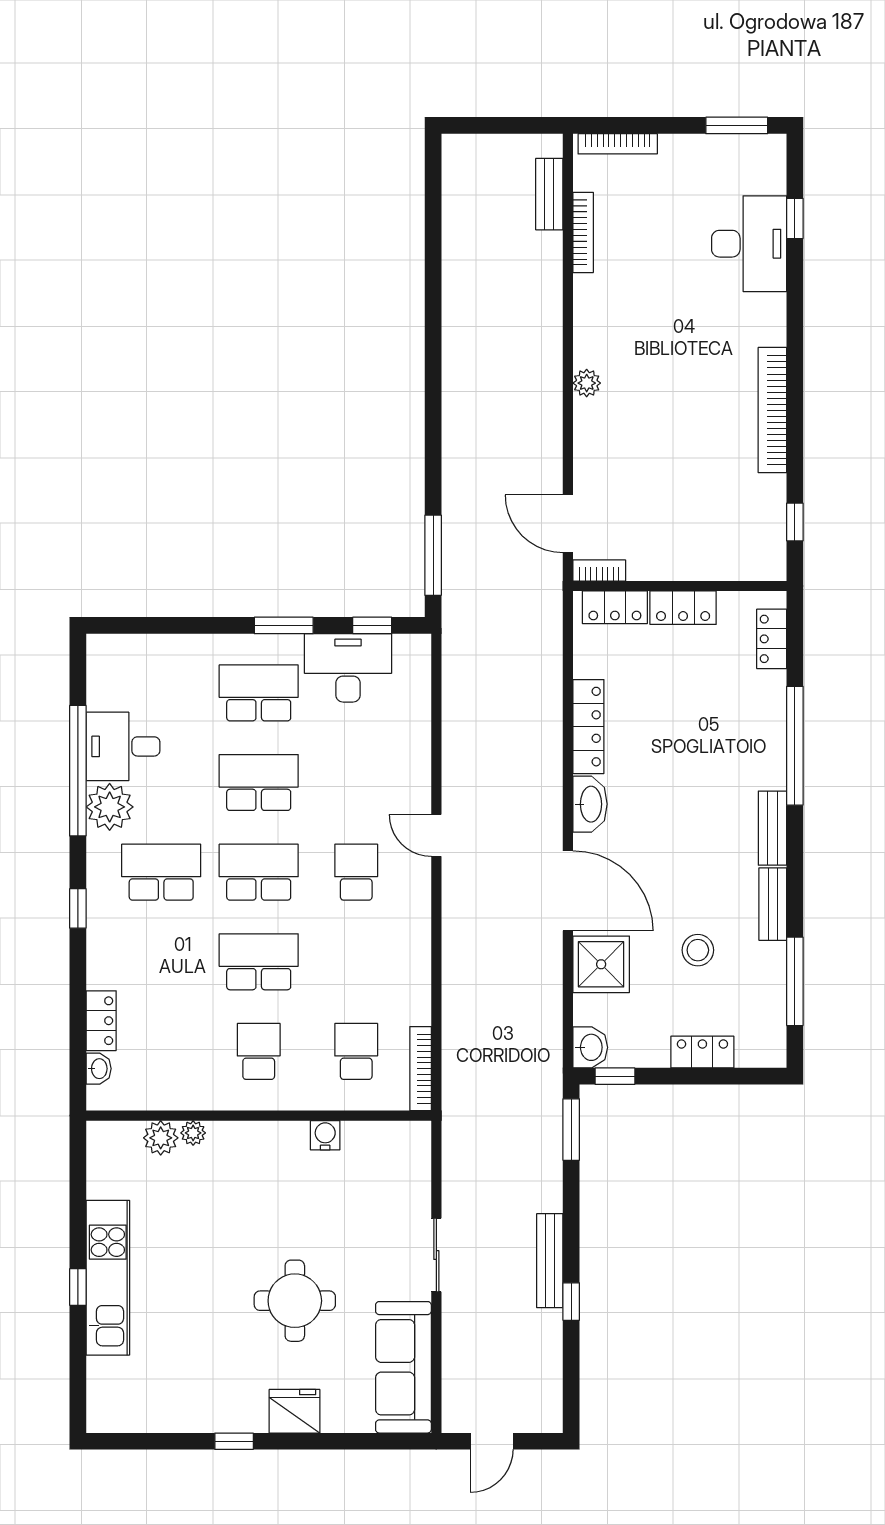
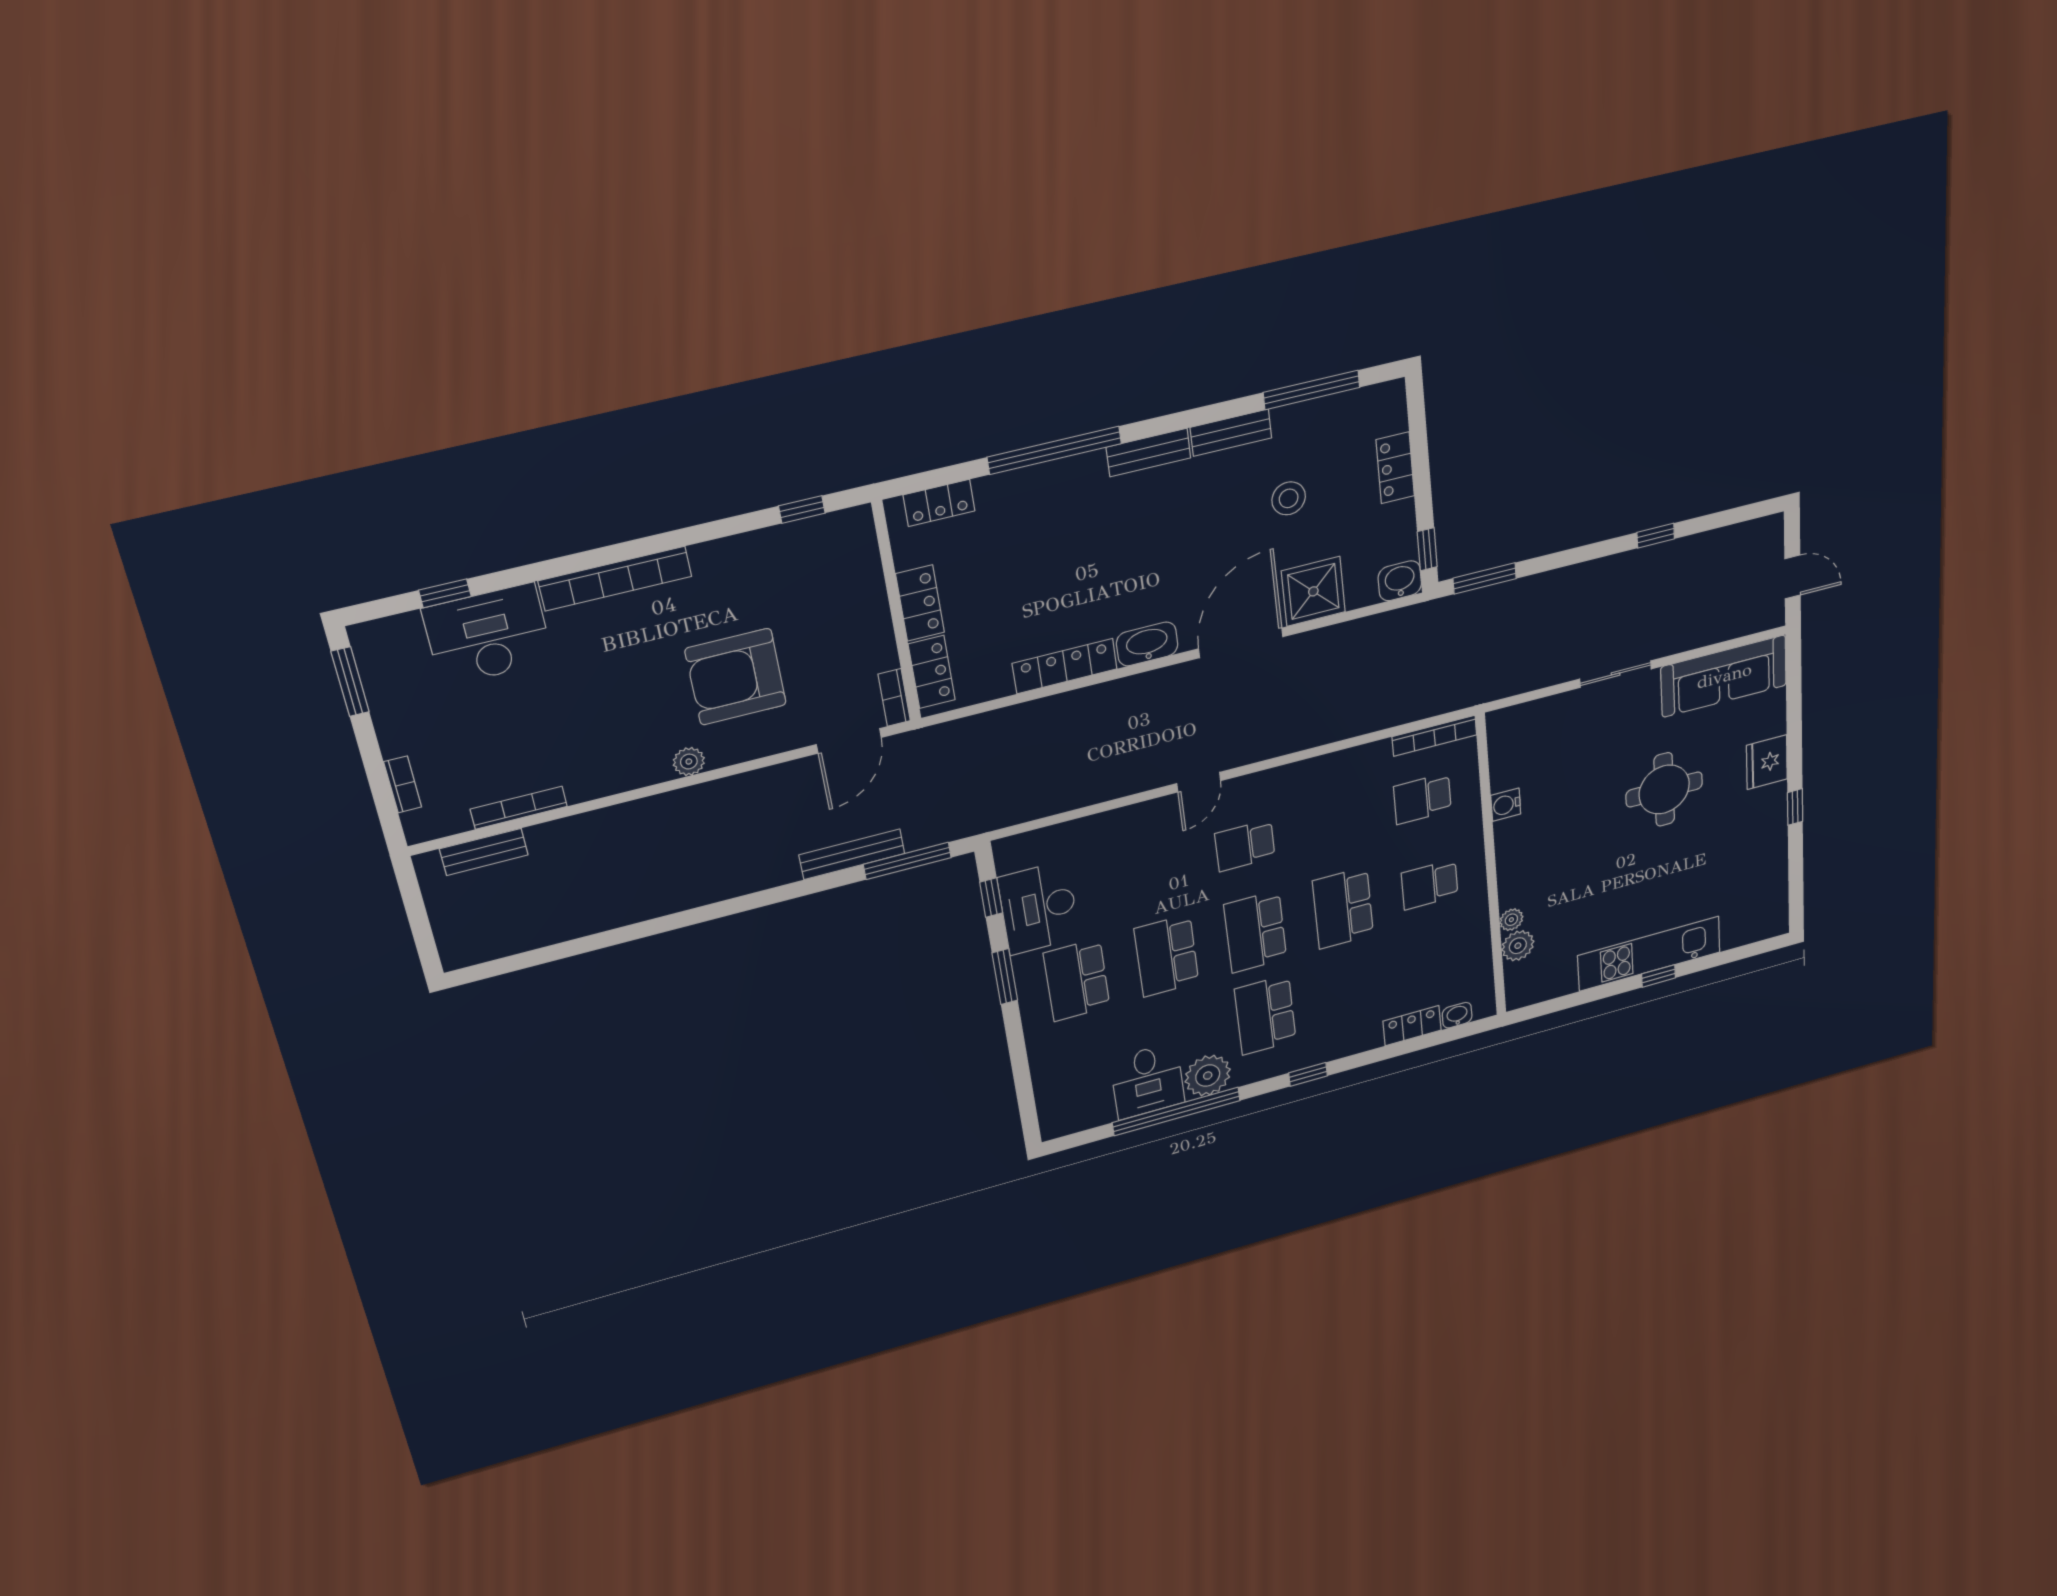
bookcase: (618, 144) -> (403, 784), width x0.64
bookcase: (772, 410) -> (615, 579), moved
armchair: (656, 438) -> (736, 677), added
bench: (550, 1261) -> (852, 854), moved

